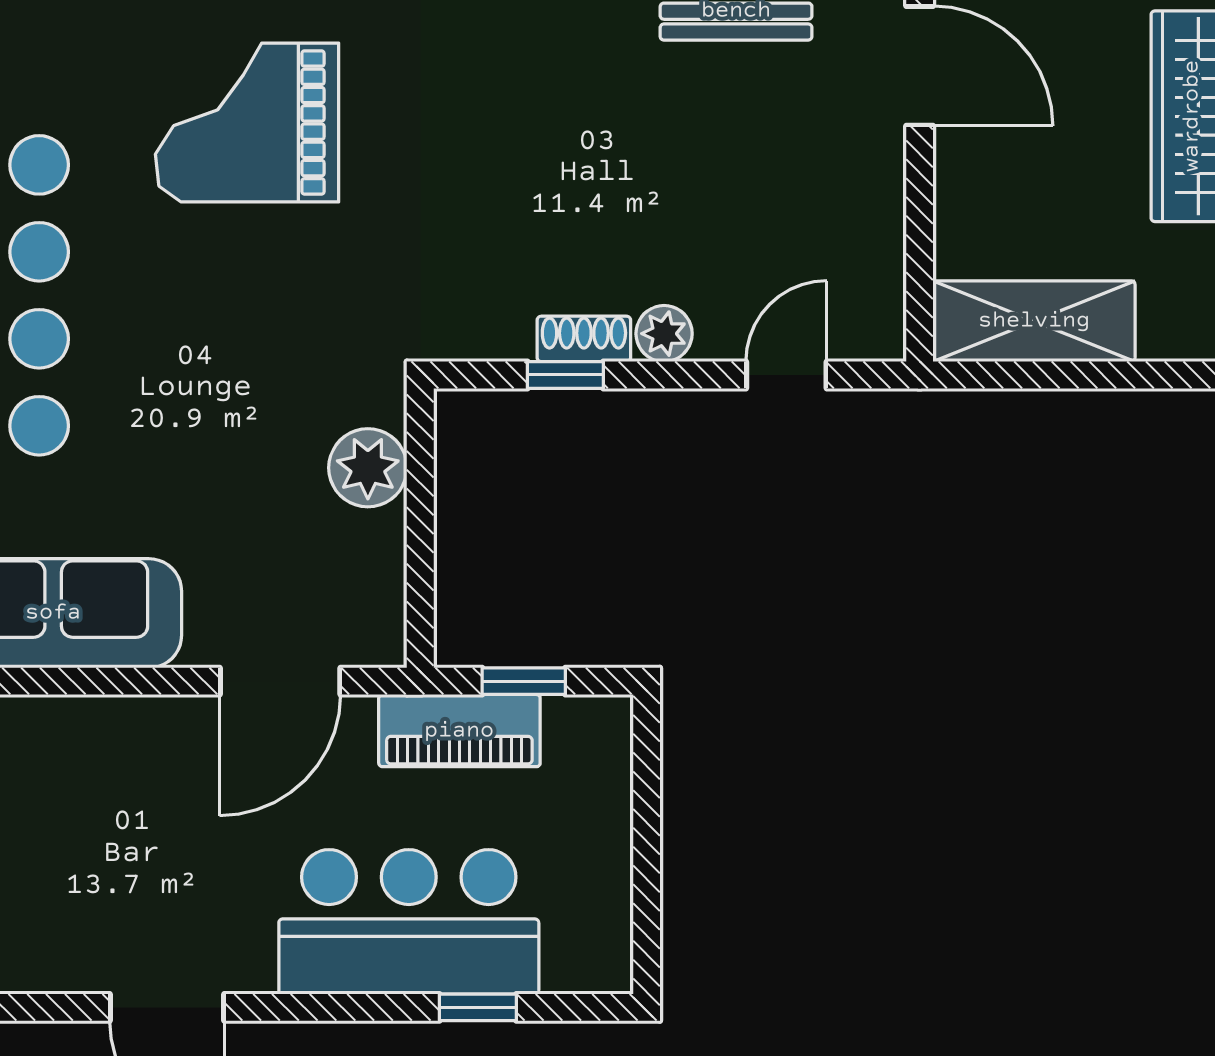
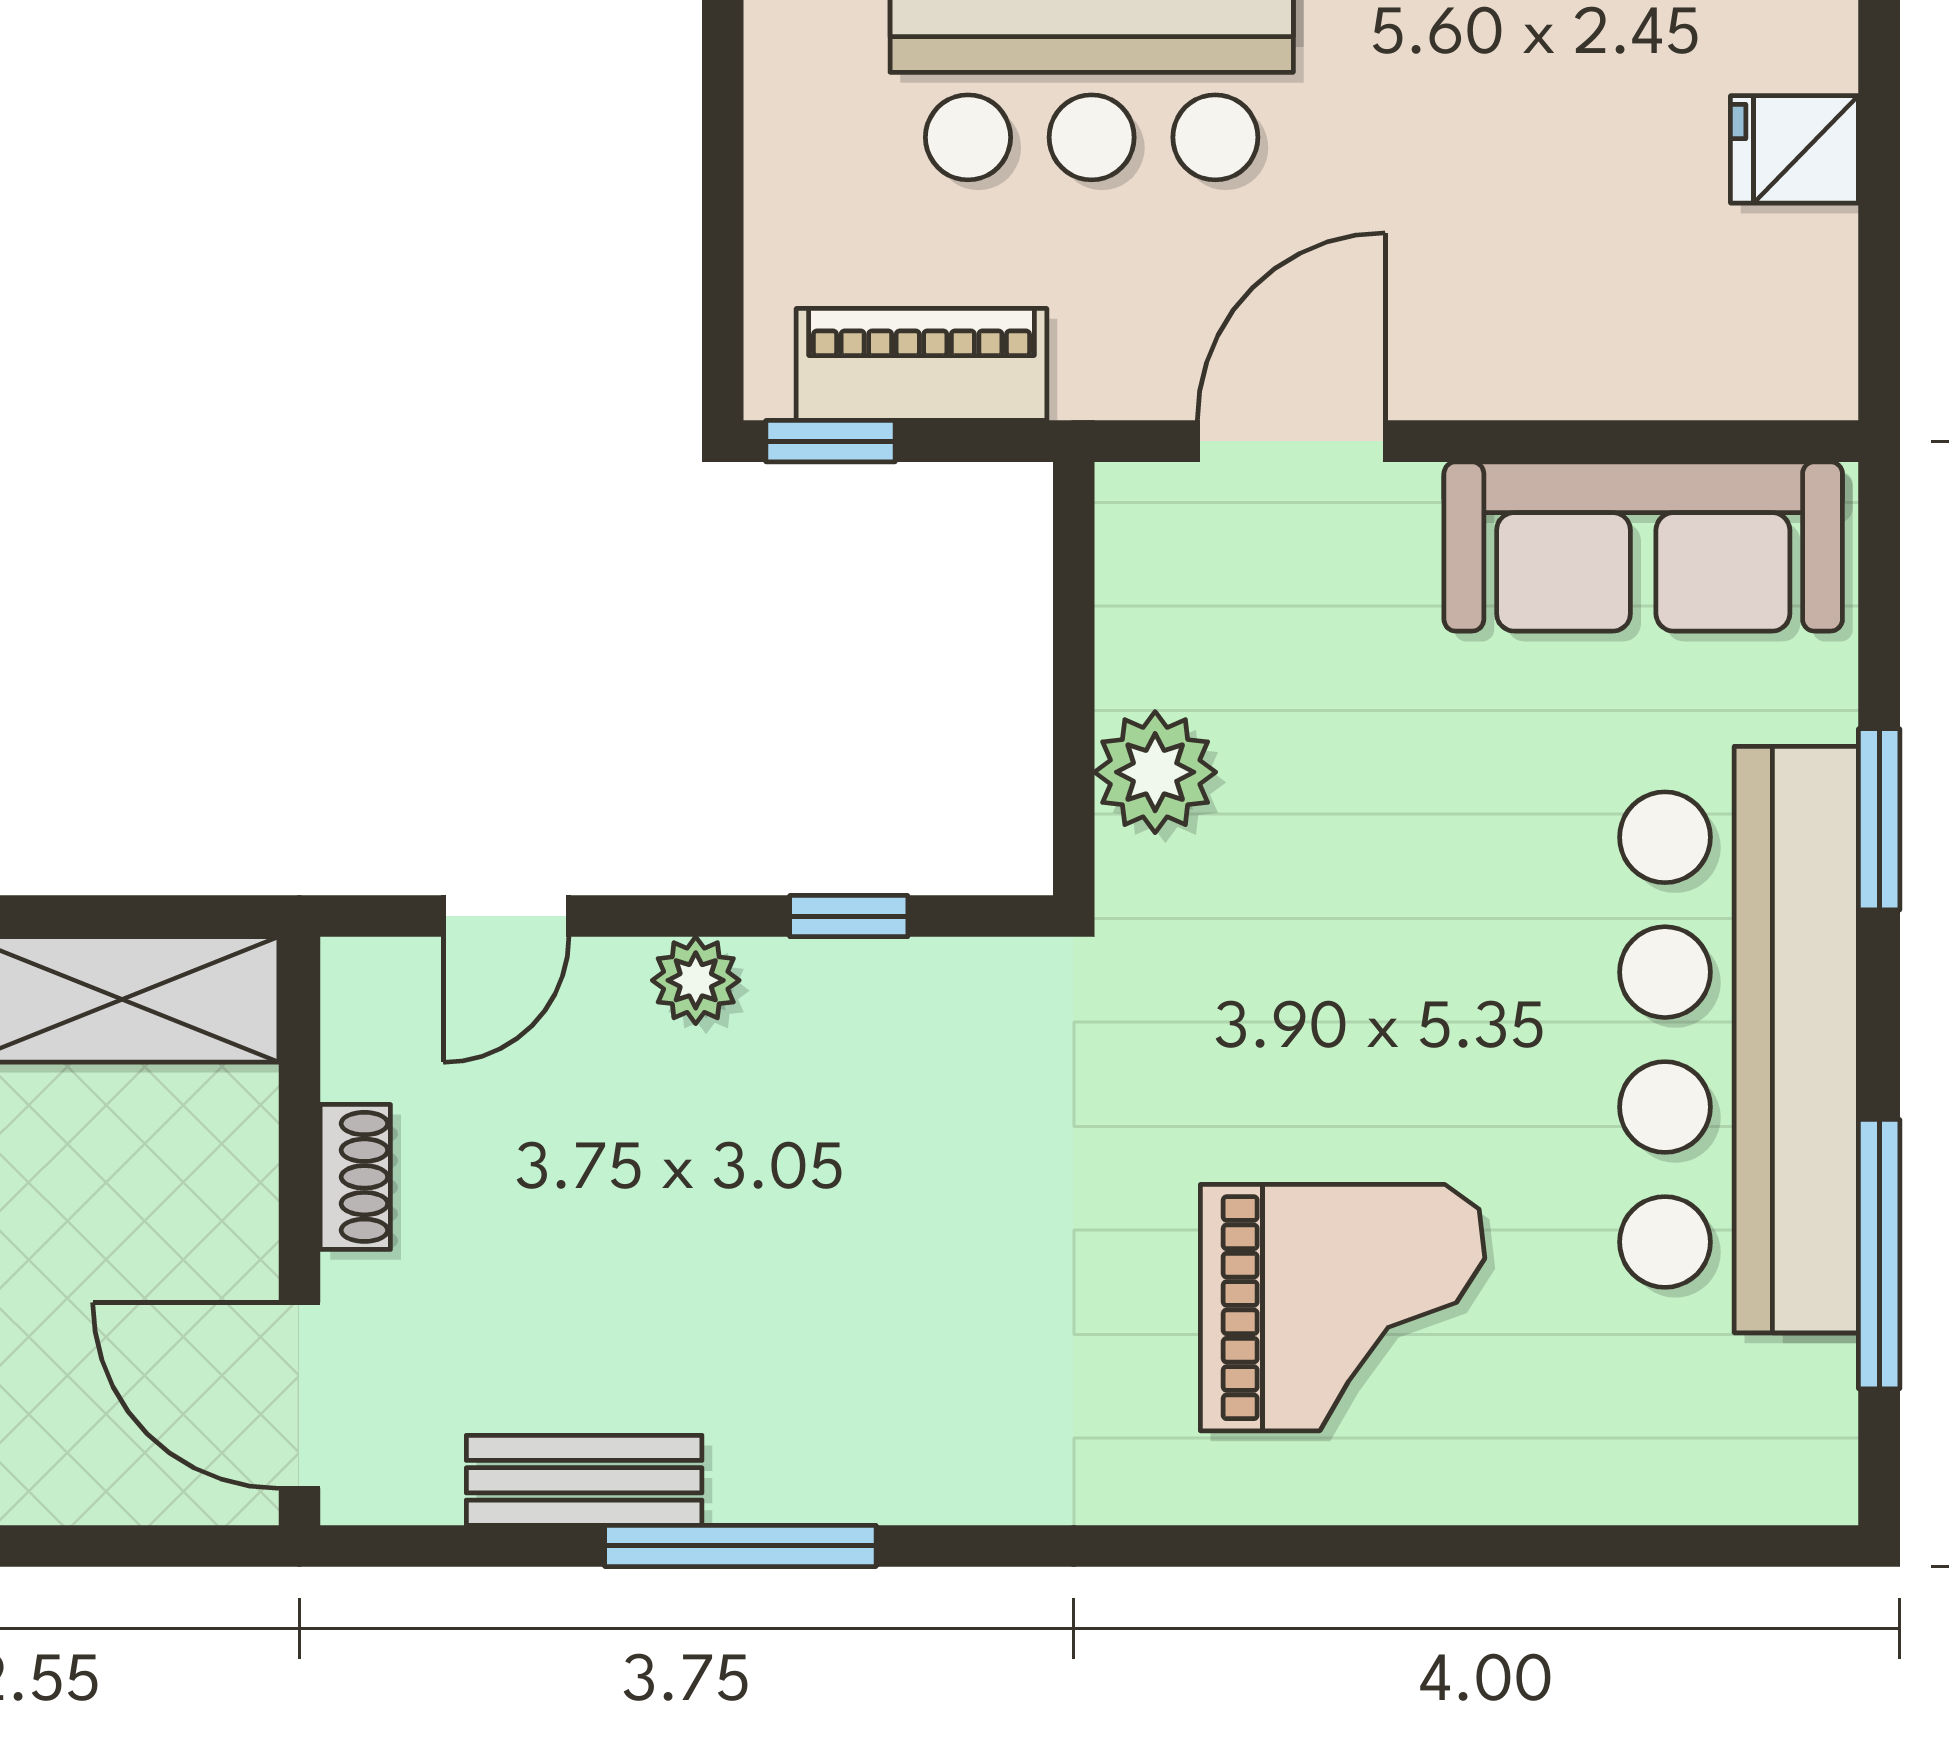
shoe rack: (584, 339) -> (355, 1177), moved, turned -90
window: (524, 681) -> (831, 441), moved
piano: (459, 731) -> (922, 364), moved

